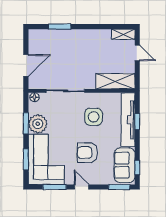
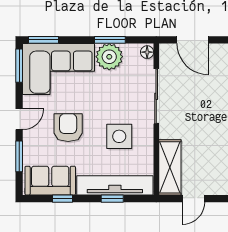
door: (137, 53) -> (193, 199), moved
window: (26, 159) -> (44, 40), moved
window: (137, 167) -> (63, 199), moved
window: (54, 187) -> (19, 66), moved
window: (119, 187) -> (19, 156), moved

